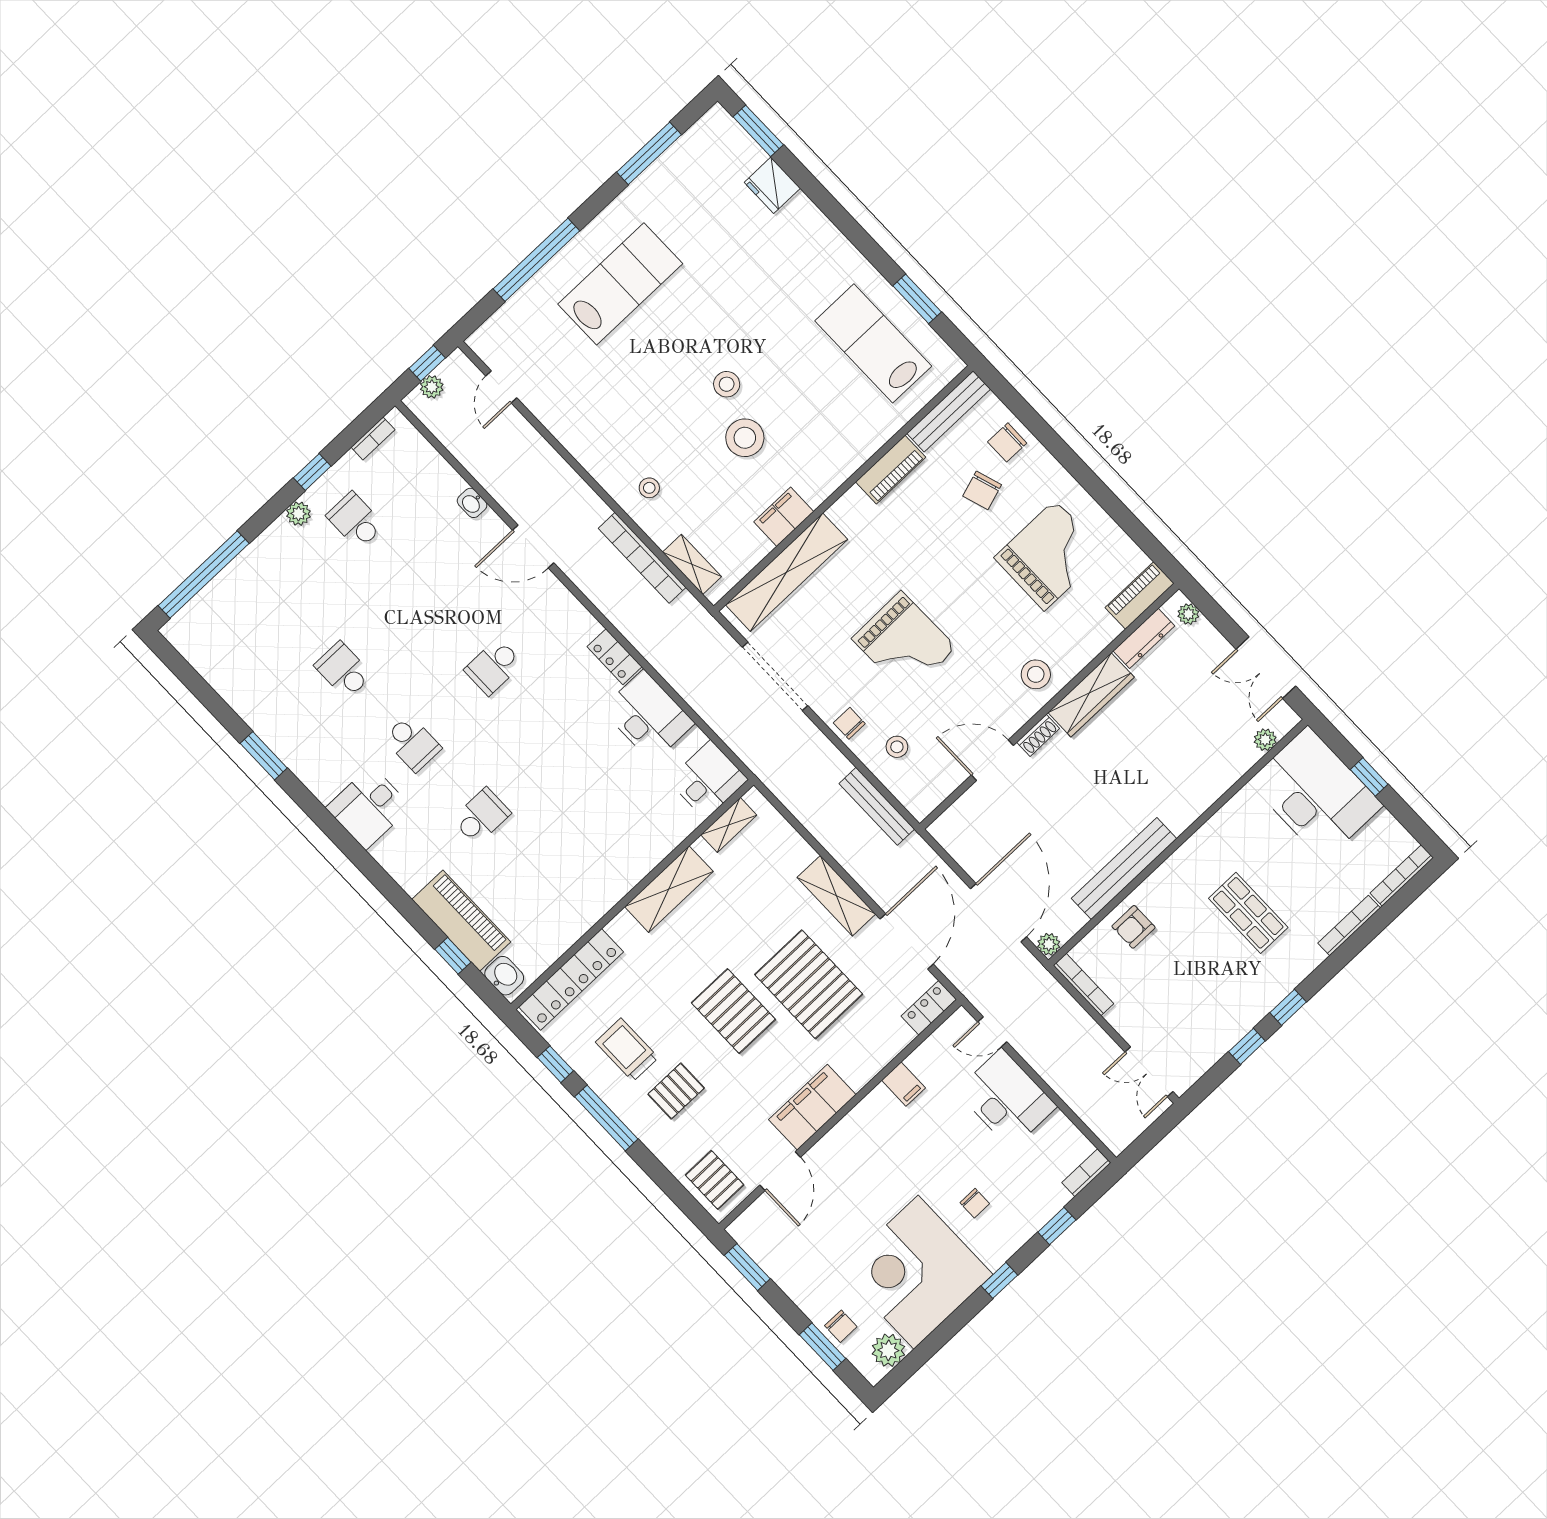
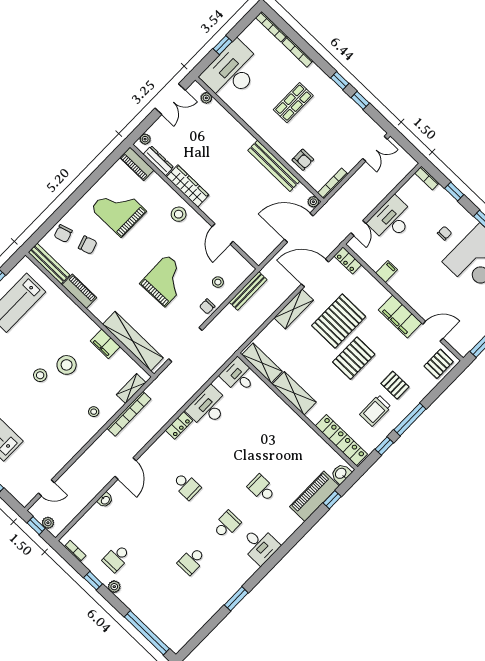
chair: (1007, 442) -> (63, 234), turned 73
shoe rack: (1038, 735) -> (209, 212), removed
shelving: (729, 825) -> (262, 363), width x1.50, depth x1.33

